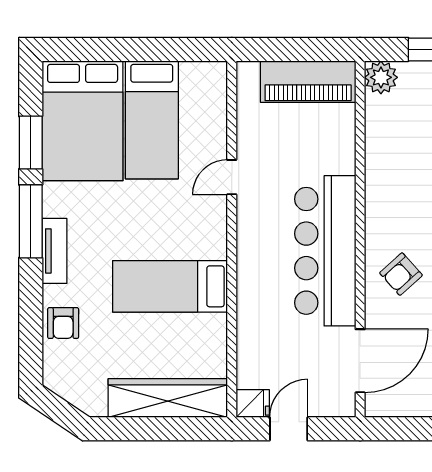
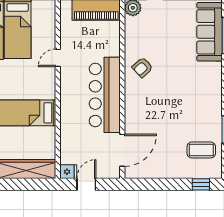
armchair: (401, 274) -> (142, 67), moved

